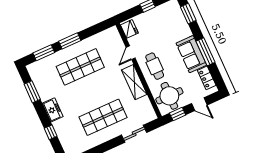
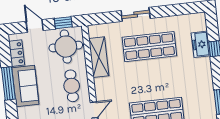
shelving: (134, 82) -> (99, 57), moved
freezer: (53, 110) -> (201, 44), moved
sliding door: (134, 134) -> (136, 14), moved

